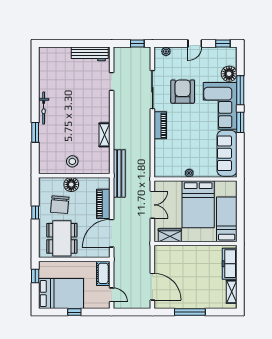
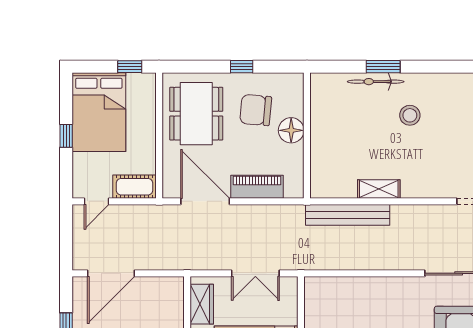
bicycle: (44, 108) -> (376, 82), moved
piano: (160, 125) -> (396, 287), removed
stool: (72, 161) -> (410, 115), moved
bench: (119, 174) -> (348, 215), moved
dining table: (62, 238) -> (196, 114), turned 90

